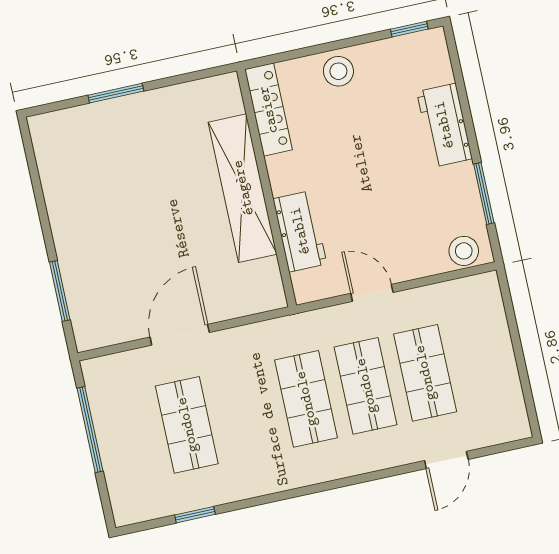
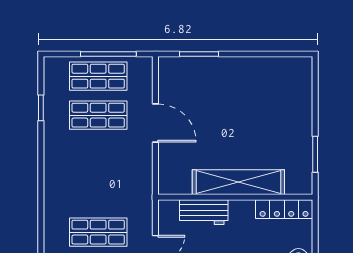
window: (116, 93) -> (315, 154), moved
shop shelf: (306, 399) -> (98, 76), moved

